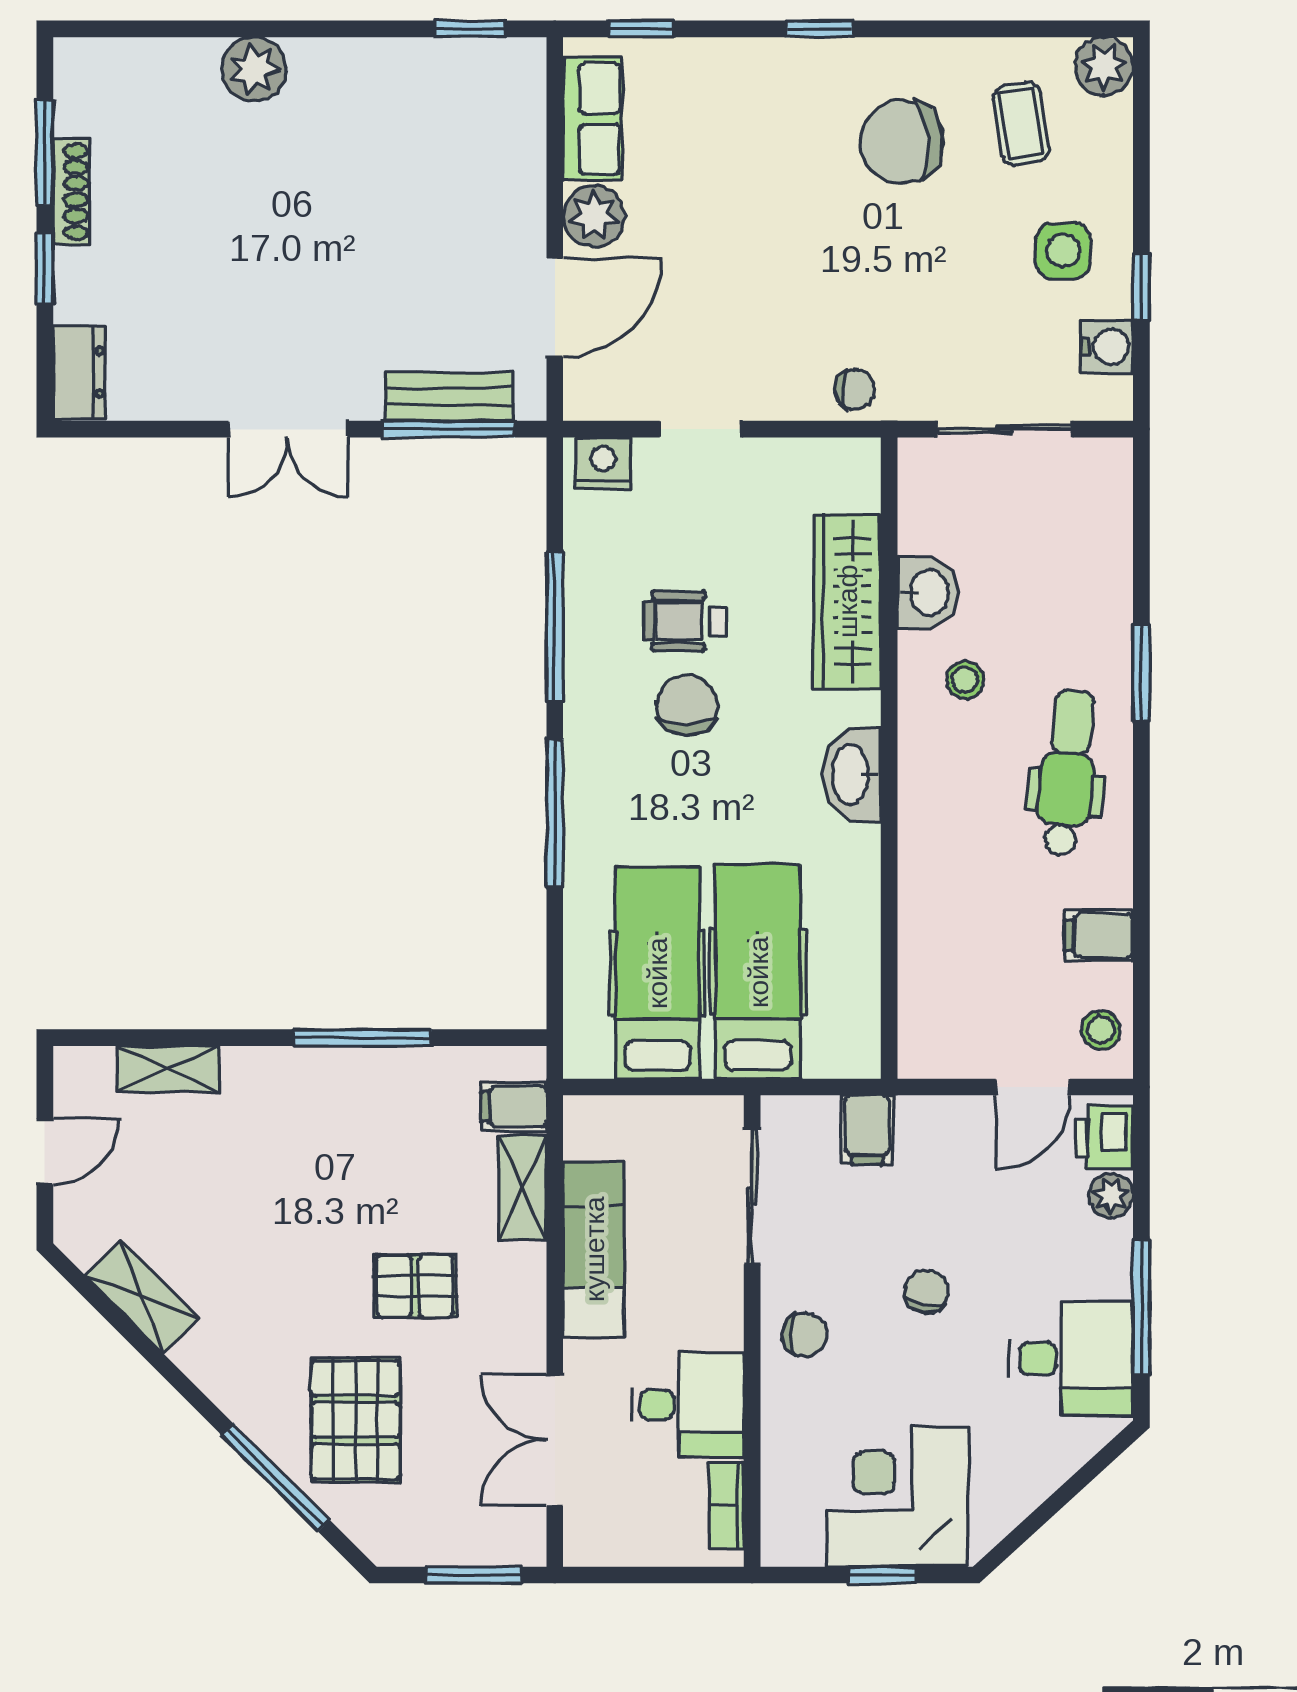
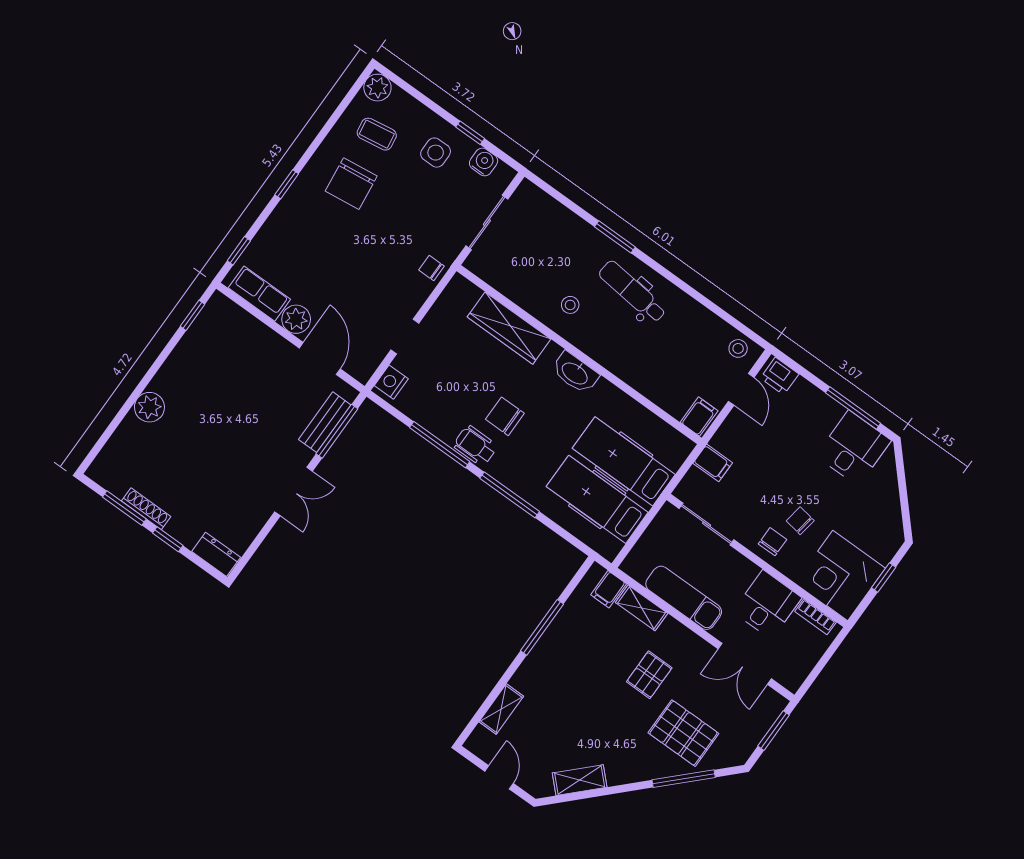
chair: (855, 389) -> (431, 268), turned -90
washbasin: (928, 592) -> (527, 295), removed
wheelchair: (685, 621) -> (475, 446), moved, turned 90
filing cabinet: (1099, 936) -> (699, 417), moved, turned 180
plant: (1111, 1196) -> (803, 389), removed
chair: (926, 1292) -> (800, 521), moved
corner desk: (898, 1496) -> (840, 576), moved

